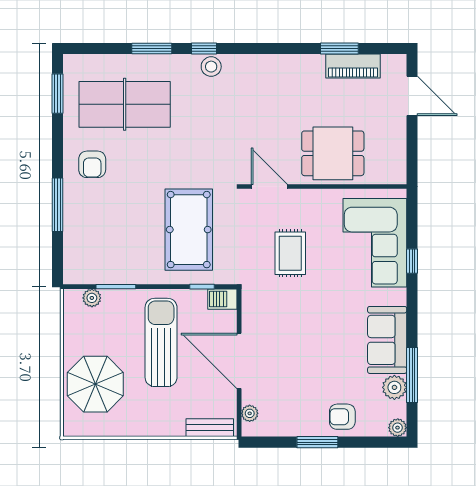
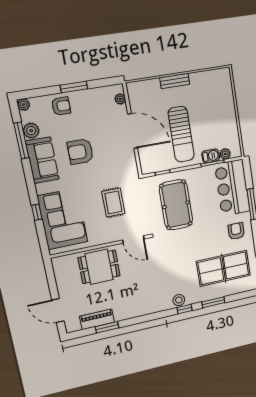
bar counter: (88, 239) -> (232, 188), added
barbecue: (222, 299) -> (211, 156), moved
armchair: (327, 343) -> (80, 152), added
parasol: (95, 384) -> (216, 102), removed
bench: (210, 428) -> (175, 81), moved

